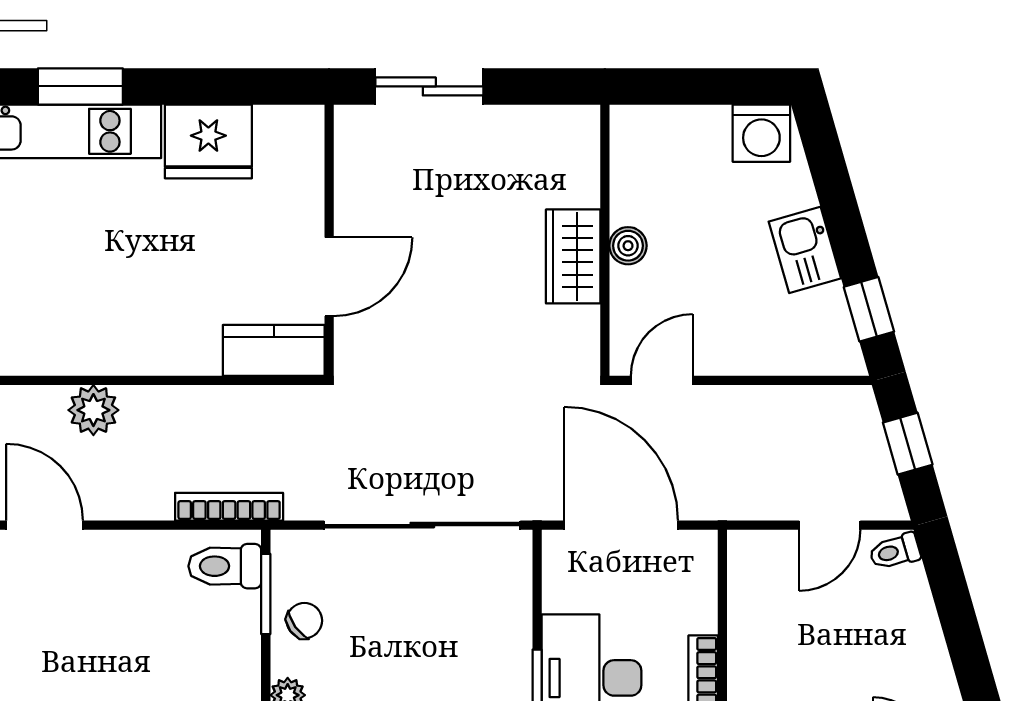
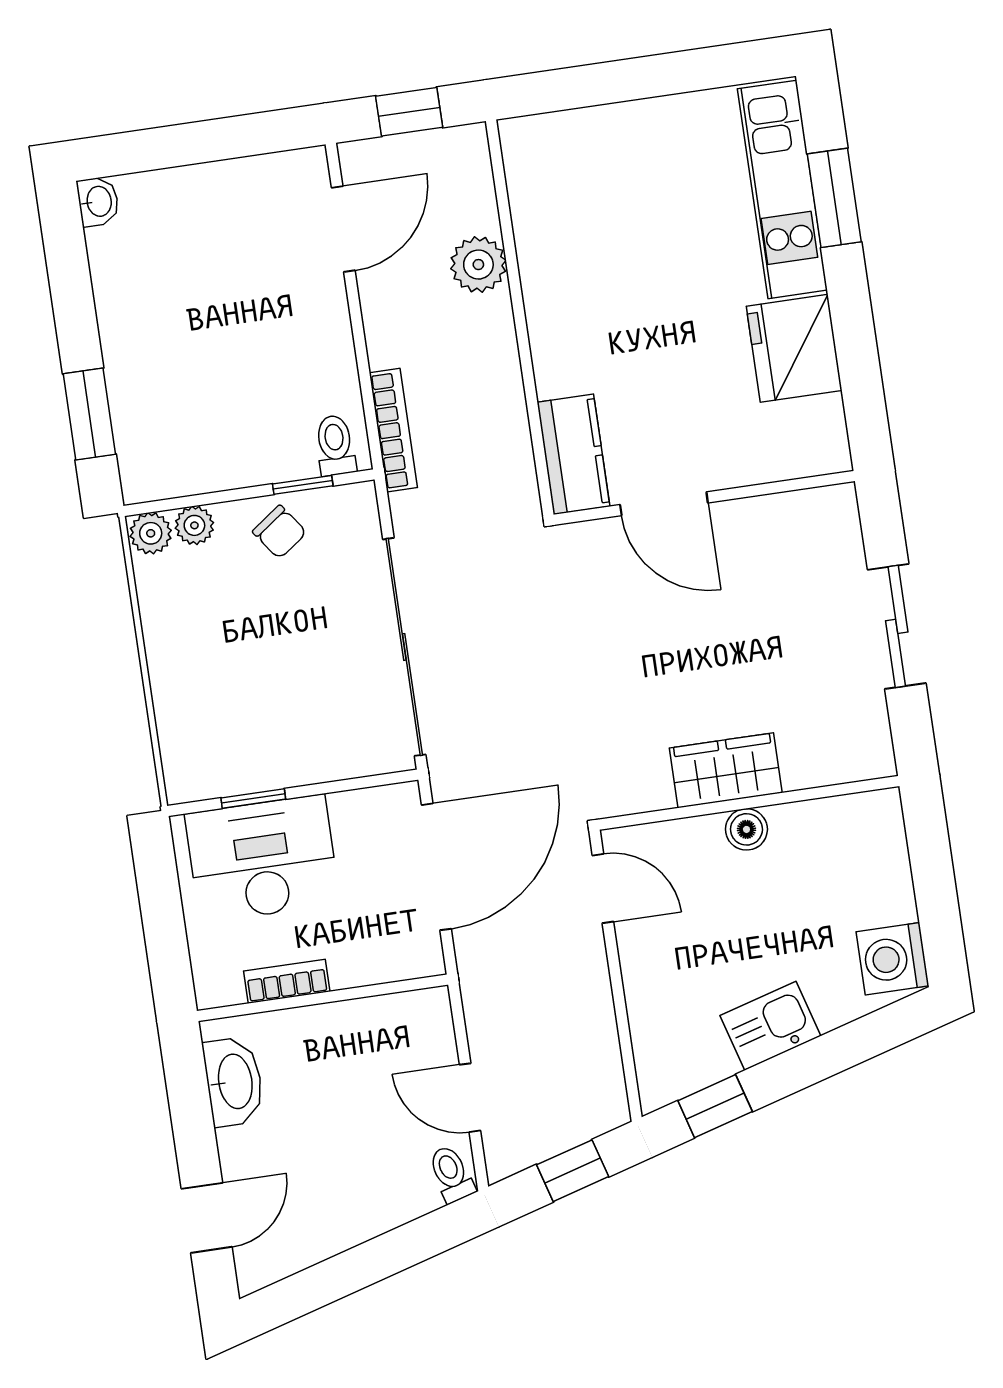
sliding door: (429, 86) -> (897, 626), moved
toilet: (225, 566) -> (335, 445), width x0.73, depth x0.72
window: (266, 594) -> (303, 485), width x0.67

